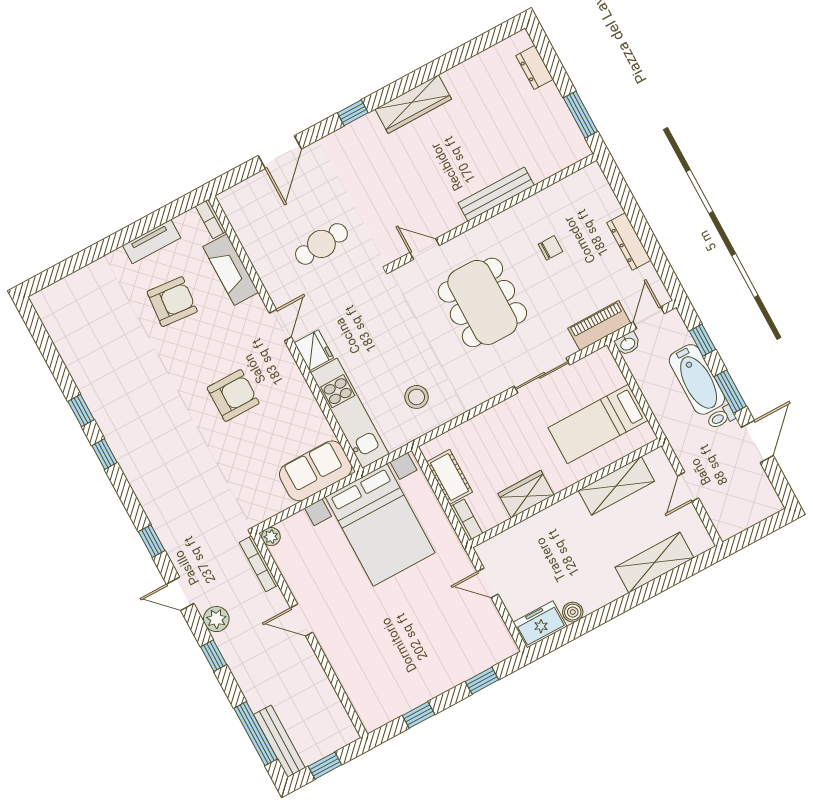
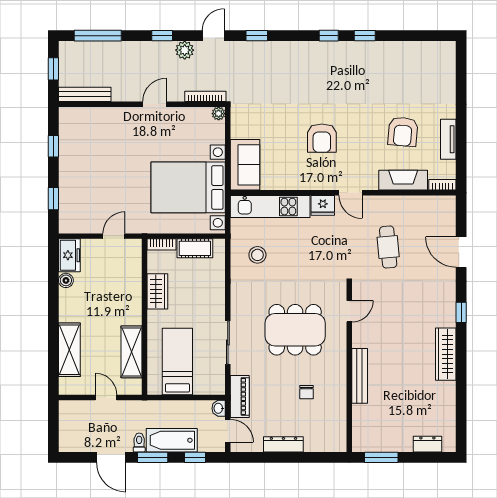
bench: (279, 741) -> (85, 94), moved

